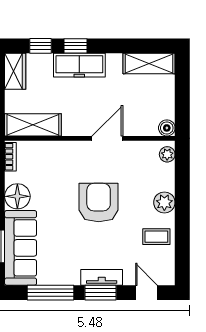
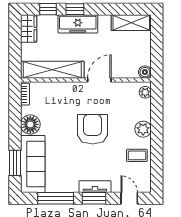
shelving: (33, 125) -> (52, 70), width x1.47

